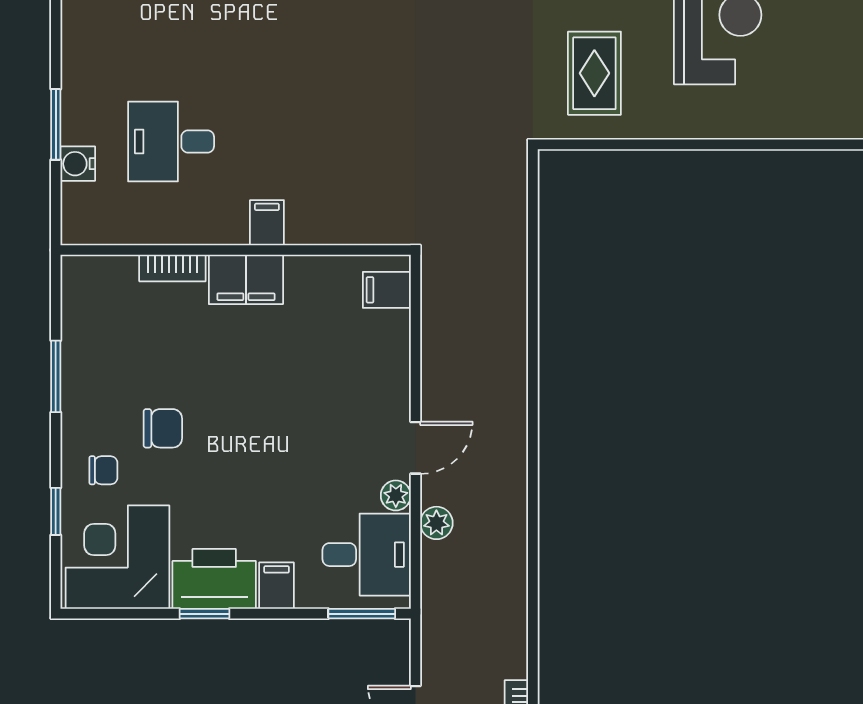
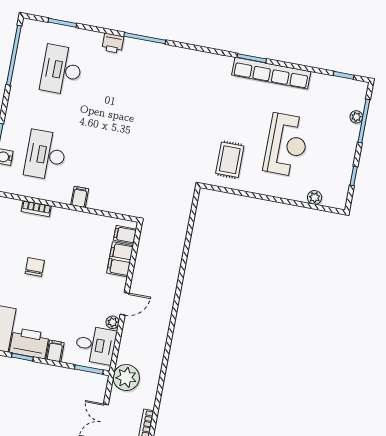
plant: (805, 123) -> (315, 197), added
desk: (171, 141) -> (46, 155), width x1.37
filing cabinet: (246, 279) -> (120, 259), moved, turned 90
chair: (163, 428) -> (35, 267), moved, turned -90
plant: (436, 523) -> (126, 378), moved, width x1.88, depth x1.88

